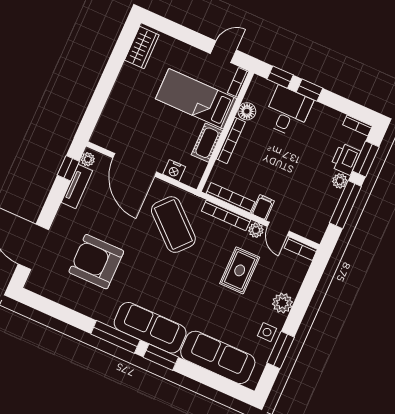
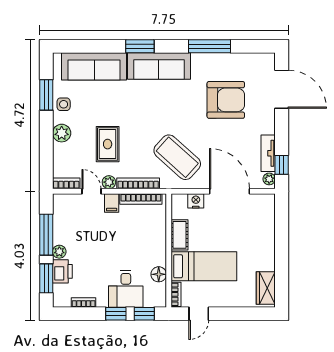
bookcase: (358, 126) -> (84, 302), moved
bookcase: (231, 140) -> (161, 245), removed
window: (115, 337) -> (209, 46), moved

